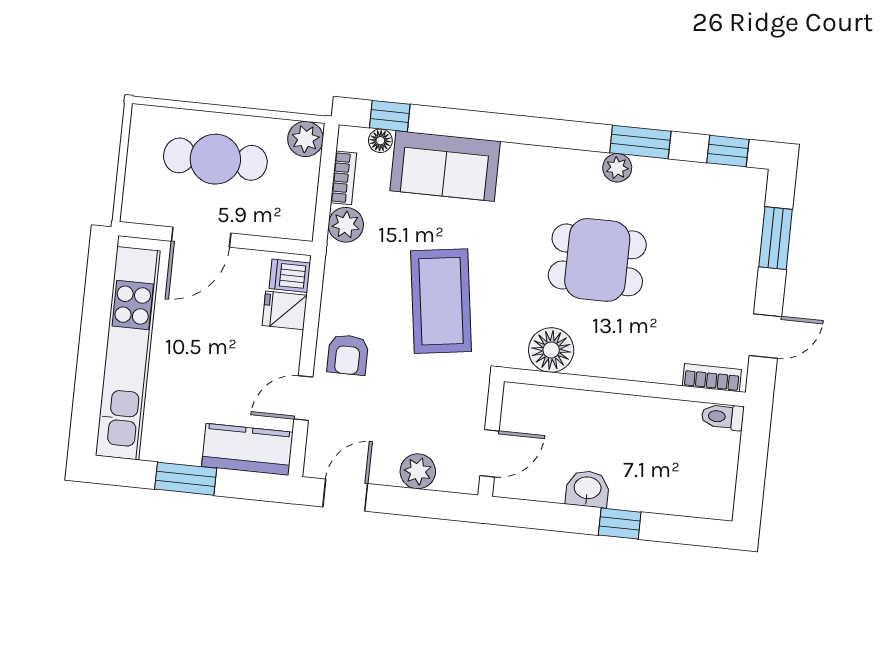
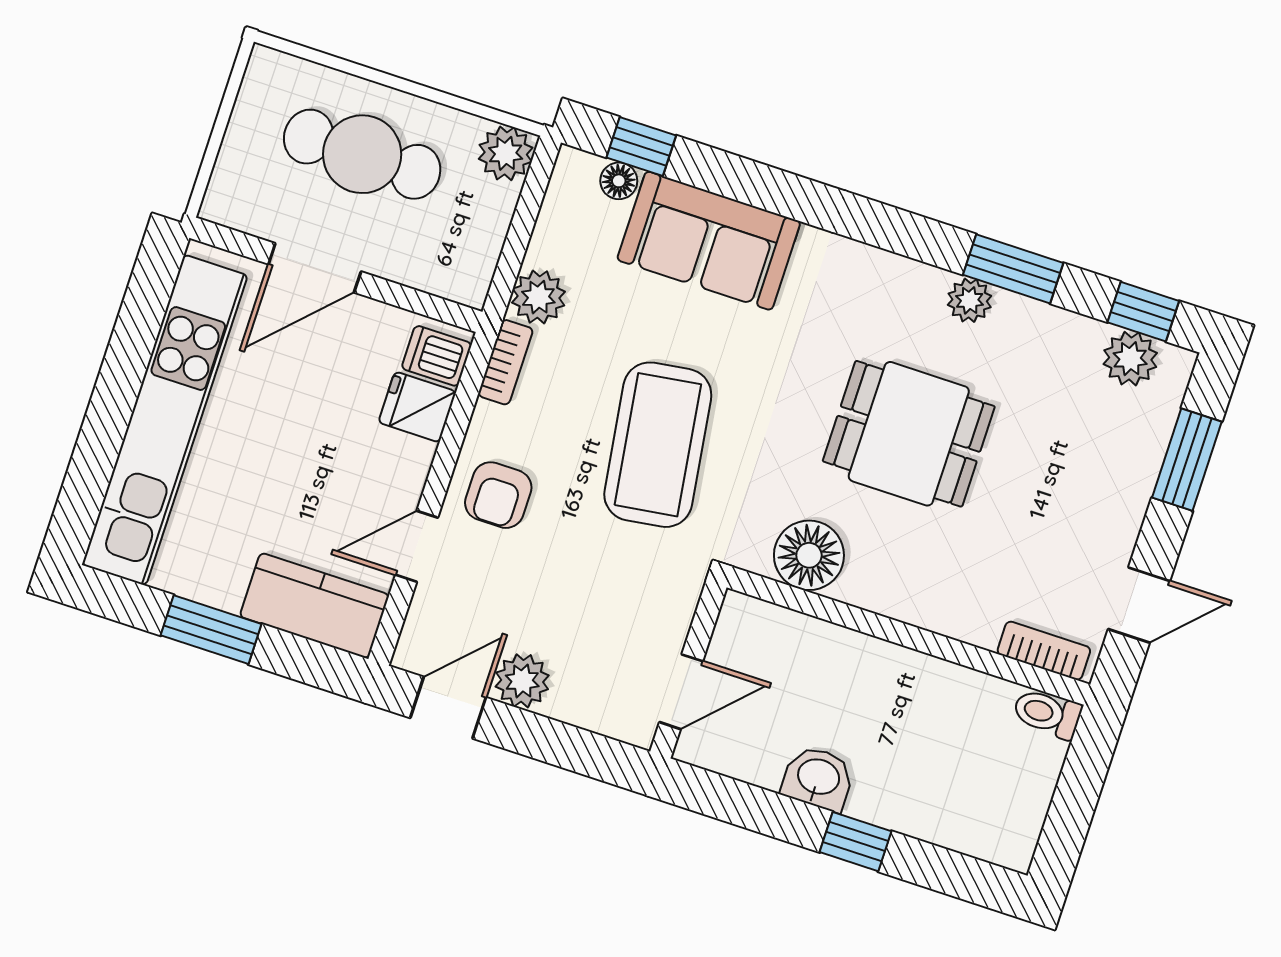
bookcase: (344, 178) -> (505, 362), moved
plant: (726, 182) -> (1130, 359), added
plant: (418, 471) -> (522, 681), moved

